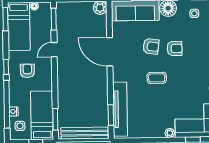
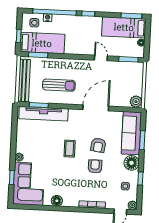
armchair: (175, 48) -> (95, 166), turned 180
armchair: (27, 71) -> (83, 33), removed
sun lounger: (87, 94) -> (59, 85), added

